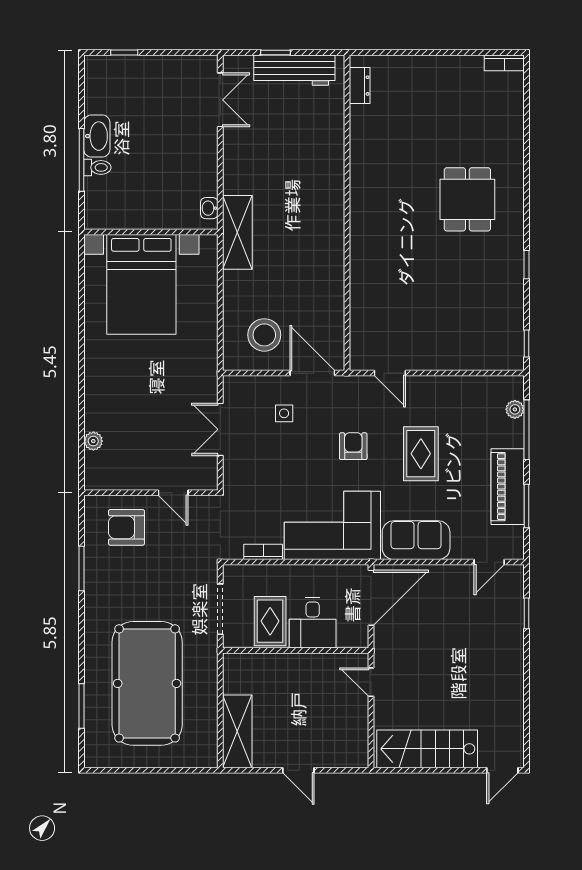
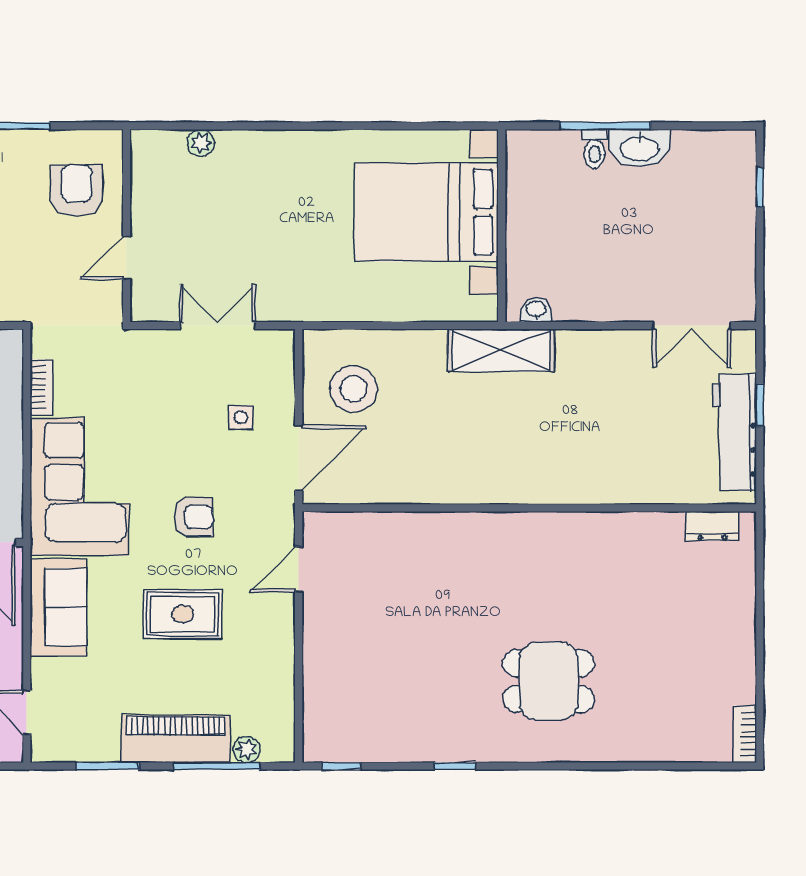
piano: (508, 487) -> (176, 739), moved

